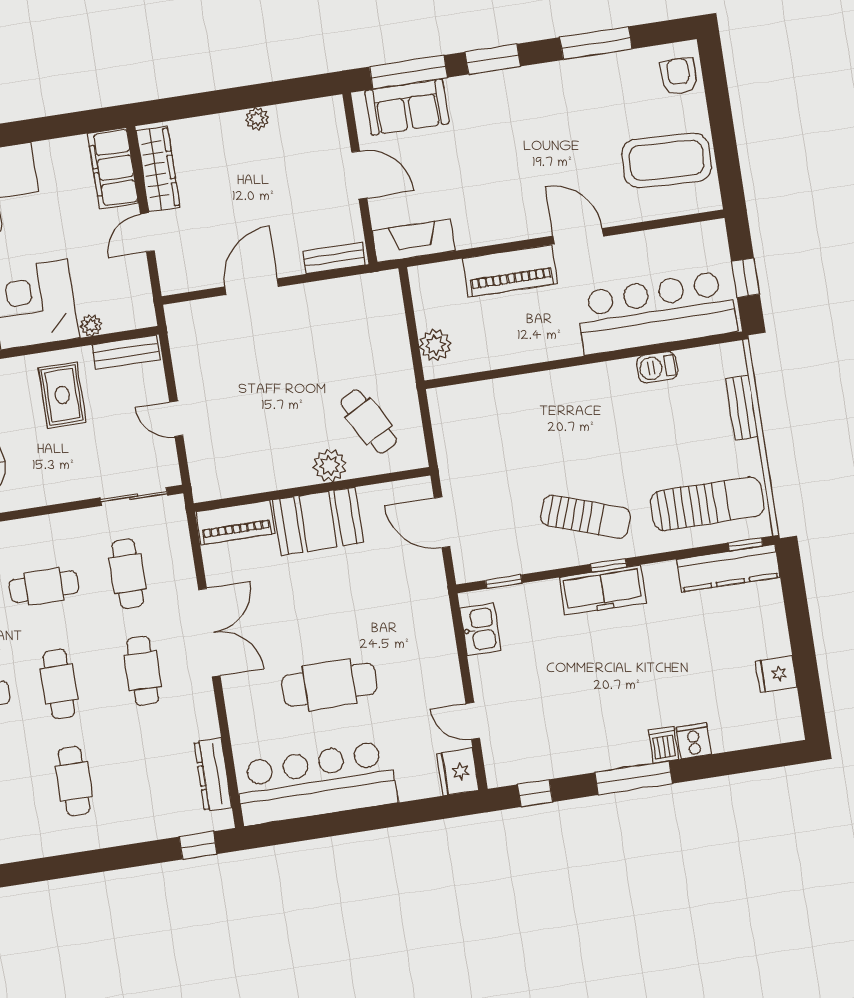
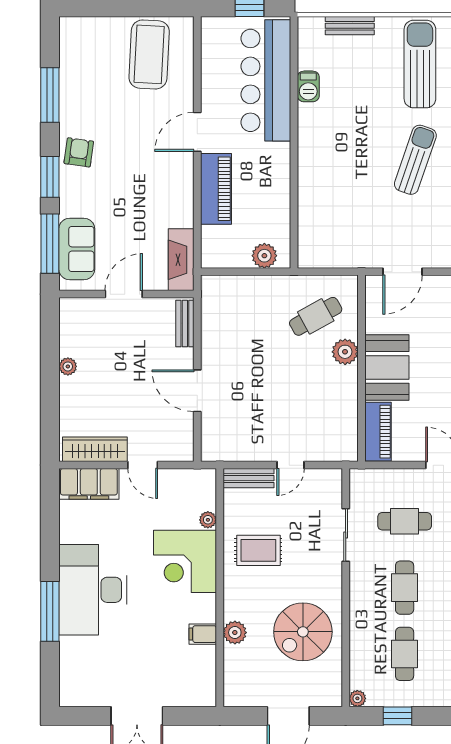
armchair: (679, 76) -> (79, 152), moved, turned 98
bench: (126, 352) -> (249, 478), moved, turned 90
sliding door: (134, 497) -> (346, 535), moved

